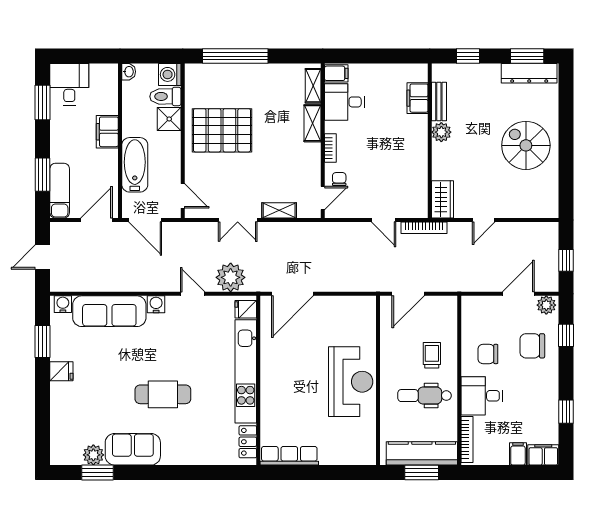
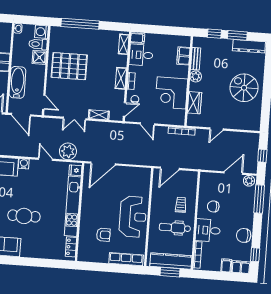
window: (527, 56) -> (237, 35), moved
shelving: (313, 123) -> (121, 78), moved
corner desk: (401, 163) -> (171, 93), added
wardrobe: (442, 199) -> (194, 103), moved
door: (384, 220) -> (147, 124), moved
window: (566, 335) -> (259, 199), width x2.17
chair: (532, 346) -> (244, 235), moved
window: (566, 412) -> (255, 255), moved
armchair: (302, 417) -> (103, 235), added
row of seats: (289, 456) -> (126, 259), moved

